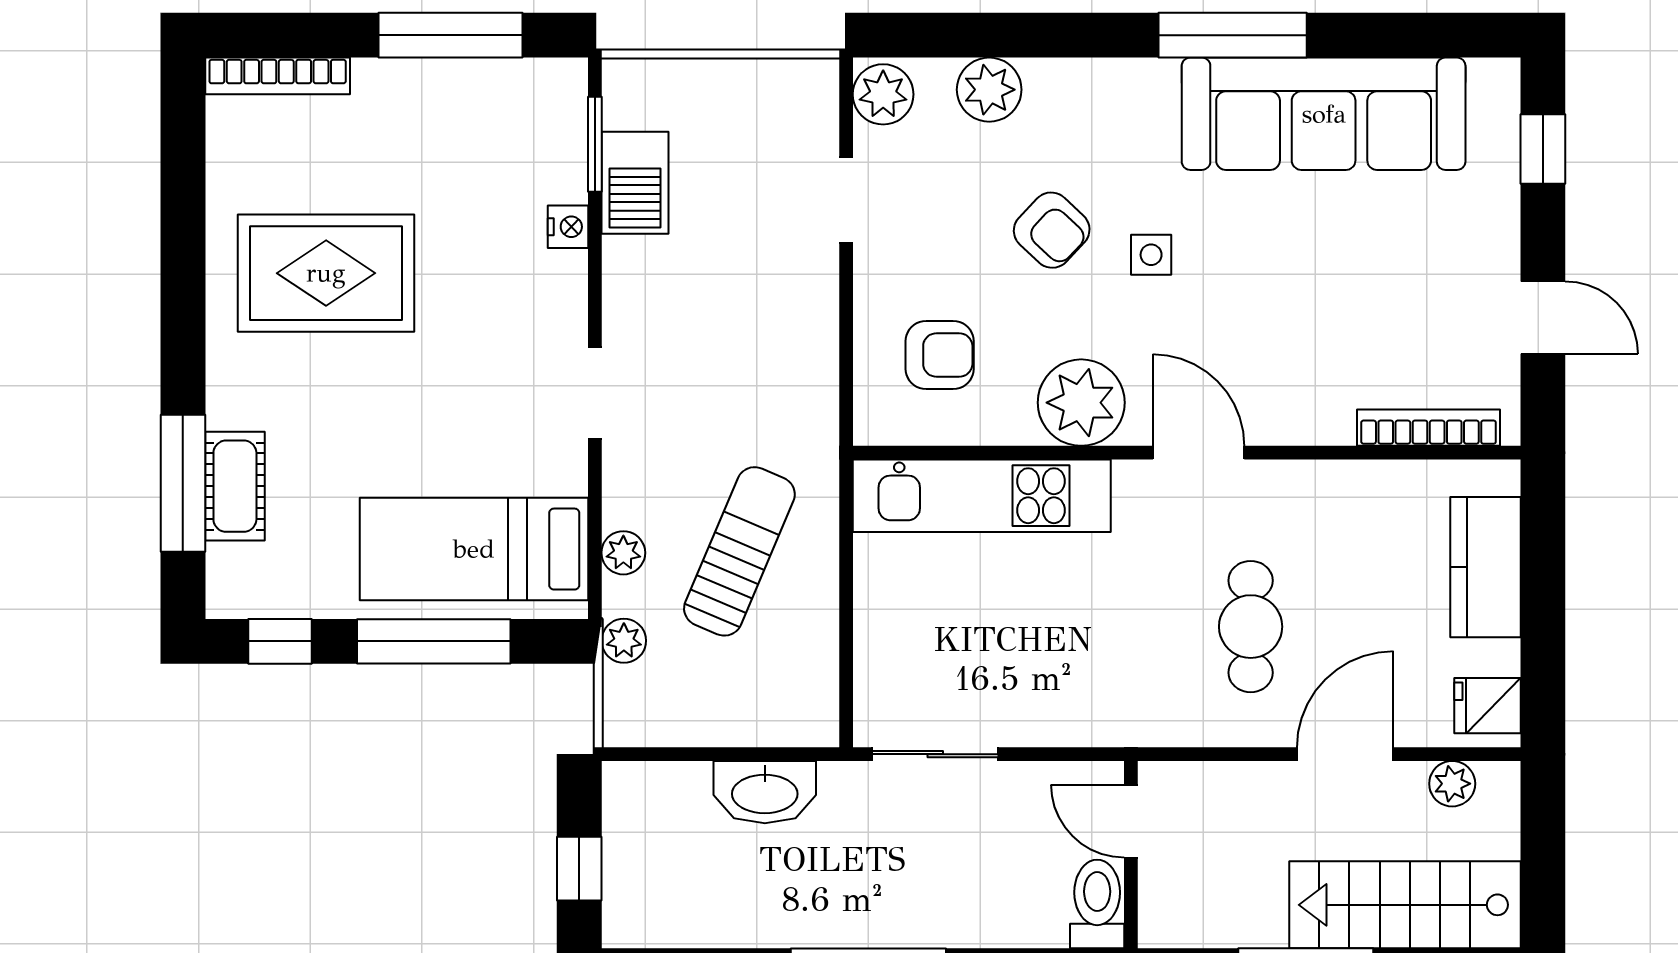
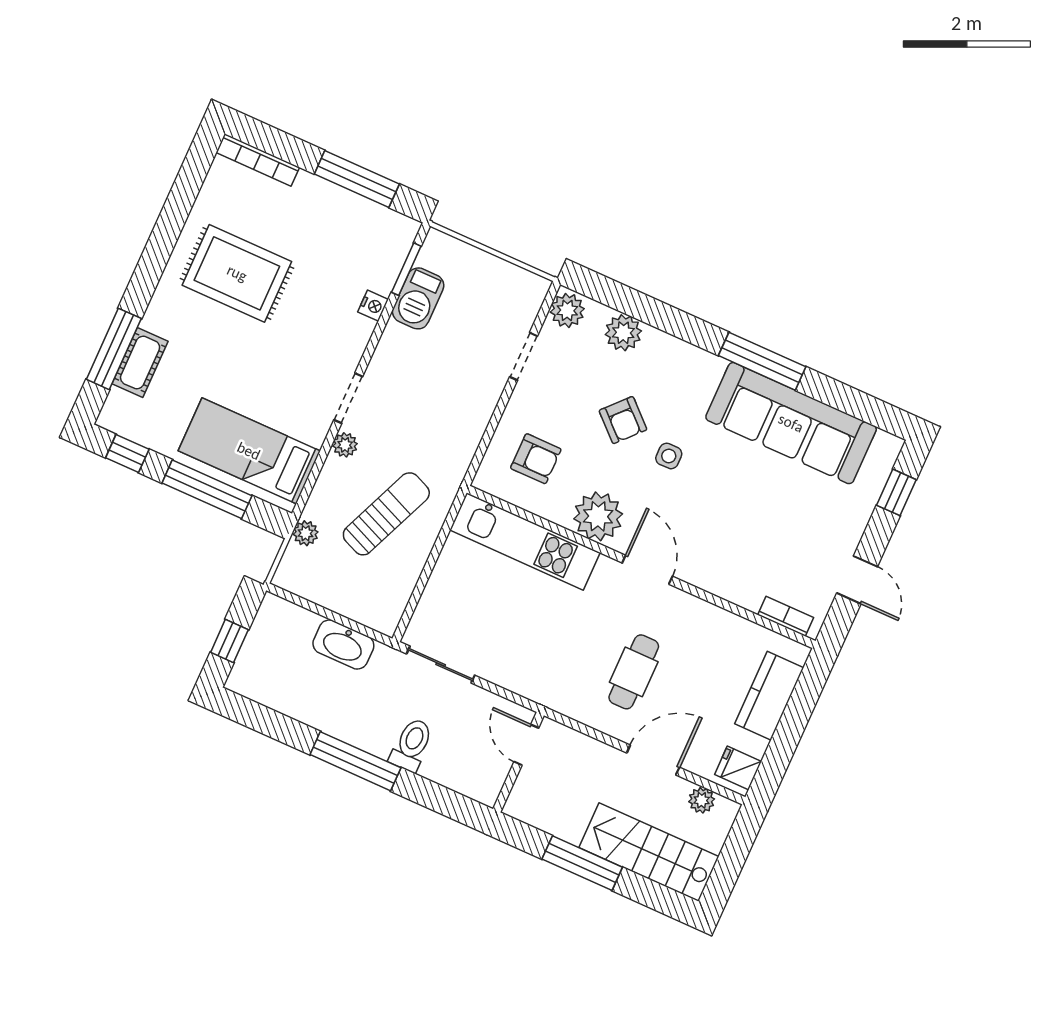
bookcase: (1429, 428) -> (786, 616), width x0.64
plant: (623, 553) -> (345, 445), moved
toilet: (1097, 904) -> (412, 745), moved

